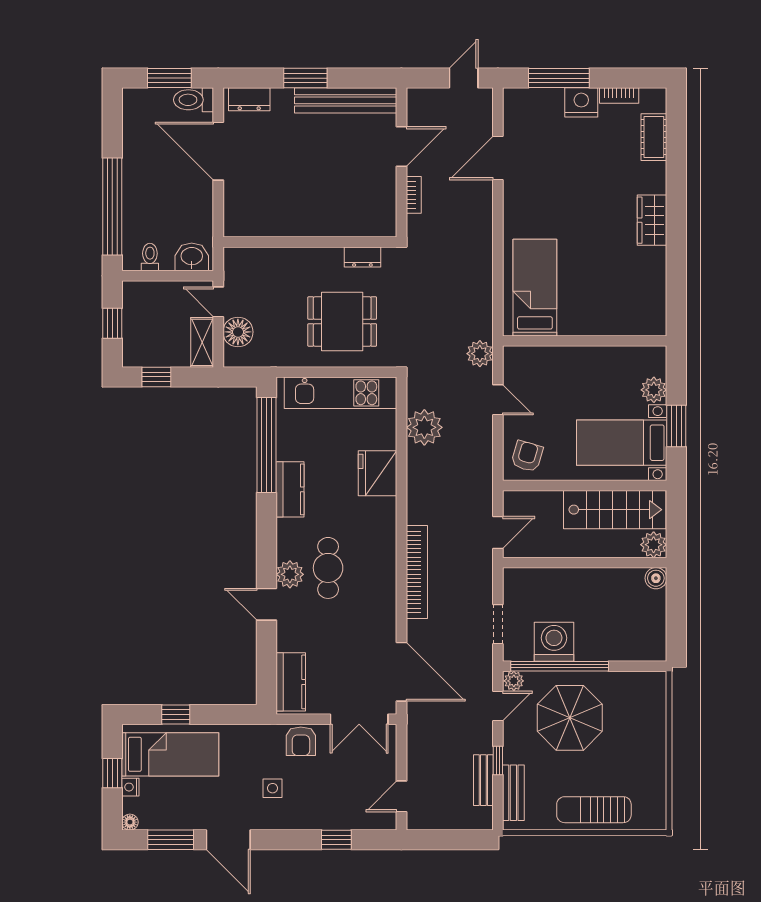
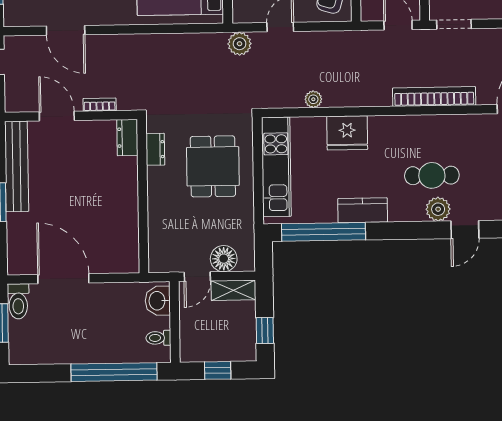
dresser: (249, 99) -> (127, 138), moved, turned 180
door: (218, 151) -> (63, 279), swing flipped
plant: (424, 427) -> (313, 99), width x0.53, depth x0.53
doorway: (498, 624) -> (454, 24), moved

